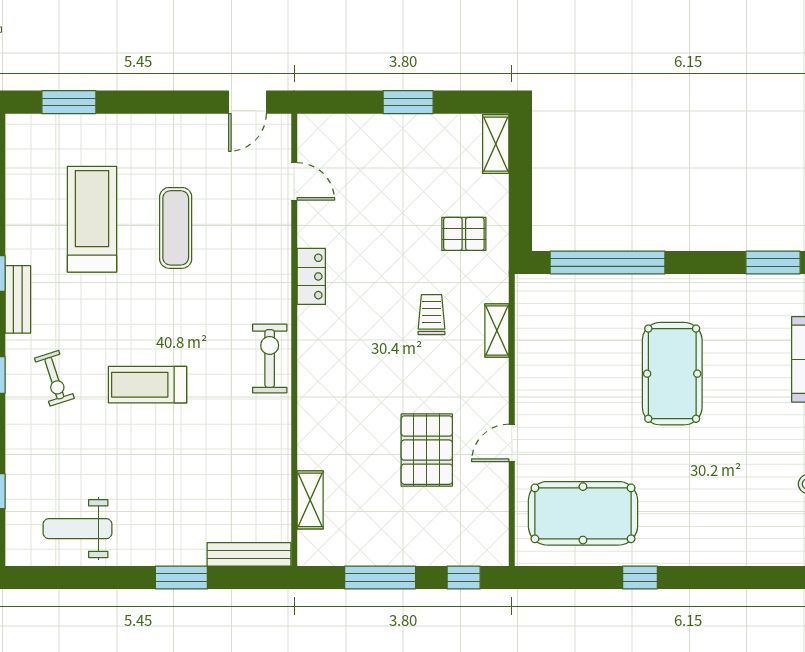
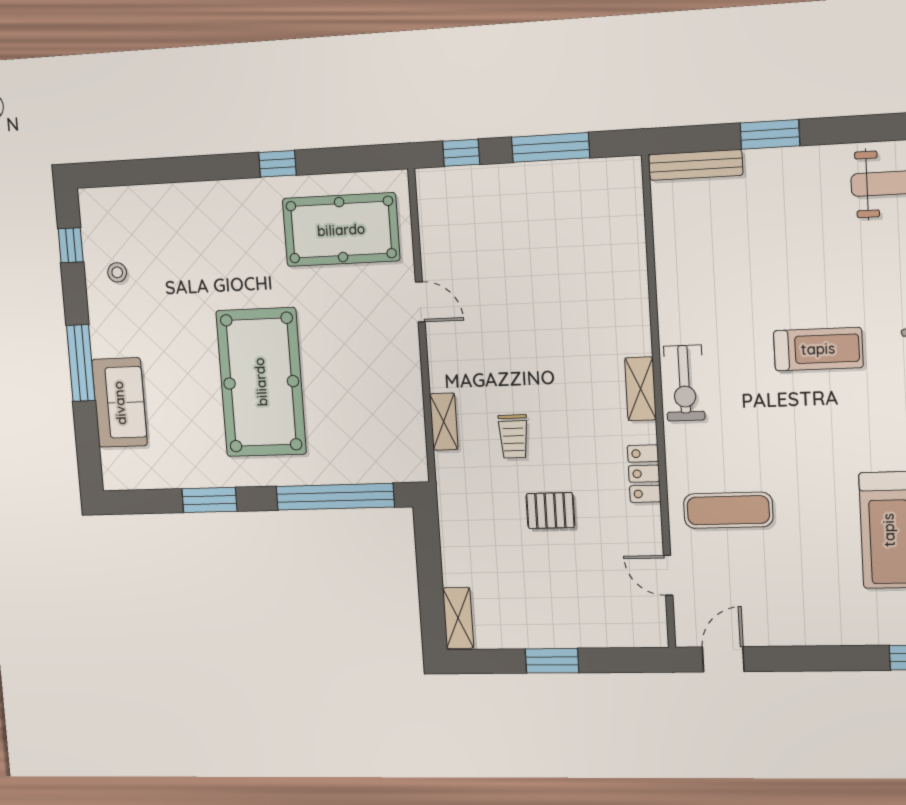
exercise mat: (176, 228) -> (728, 510), moved, turned 90
pallet: (464, 234) -> (550, 511), moved
window: (773, 262) -> (209, 500), moved
pool table: (672, 374) -> (261, 382), width x1.36, depth x1.32
door: (512, 443) -> (420, 302), hinge flipped
pallet: (427, 450) -> (509, 290), removed
shelving: (310, 500) -> (641, 389), moved

